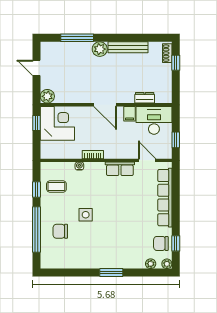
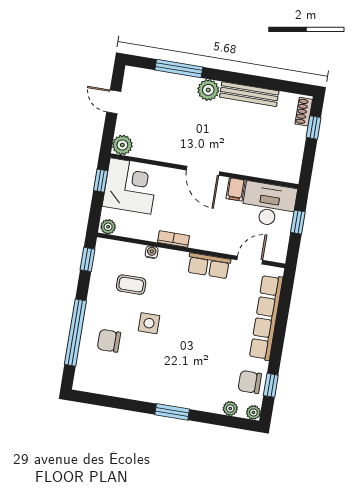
dresser: (145, 98) -> (261, 170), removed
window: (176, 140) -> (298, 222), moved
plant: (47, 154) -> (108, 227), added
door: (147, 160) -> (250, 260), hinge flipped
coffee table: (56, 187) -> (131, 285), moved
window: (37, 189) -> (88, 259), moved

